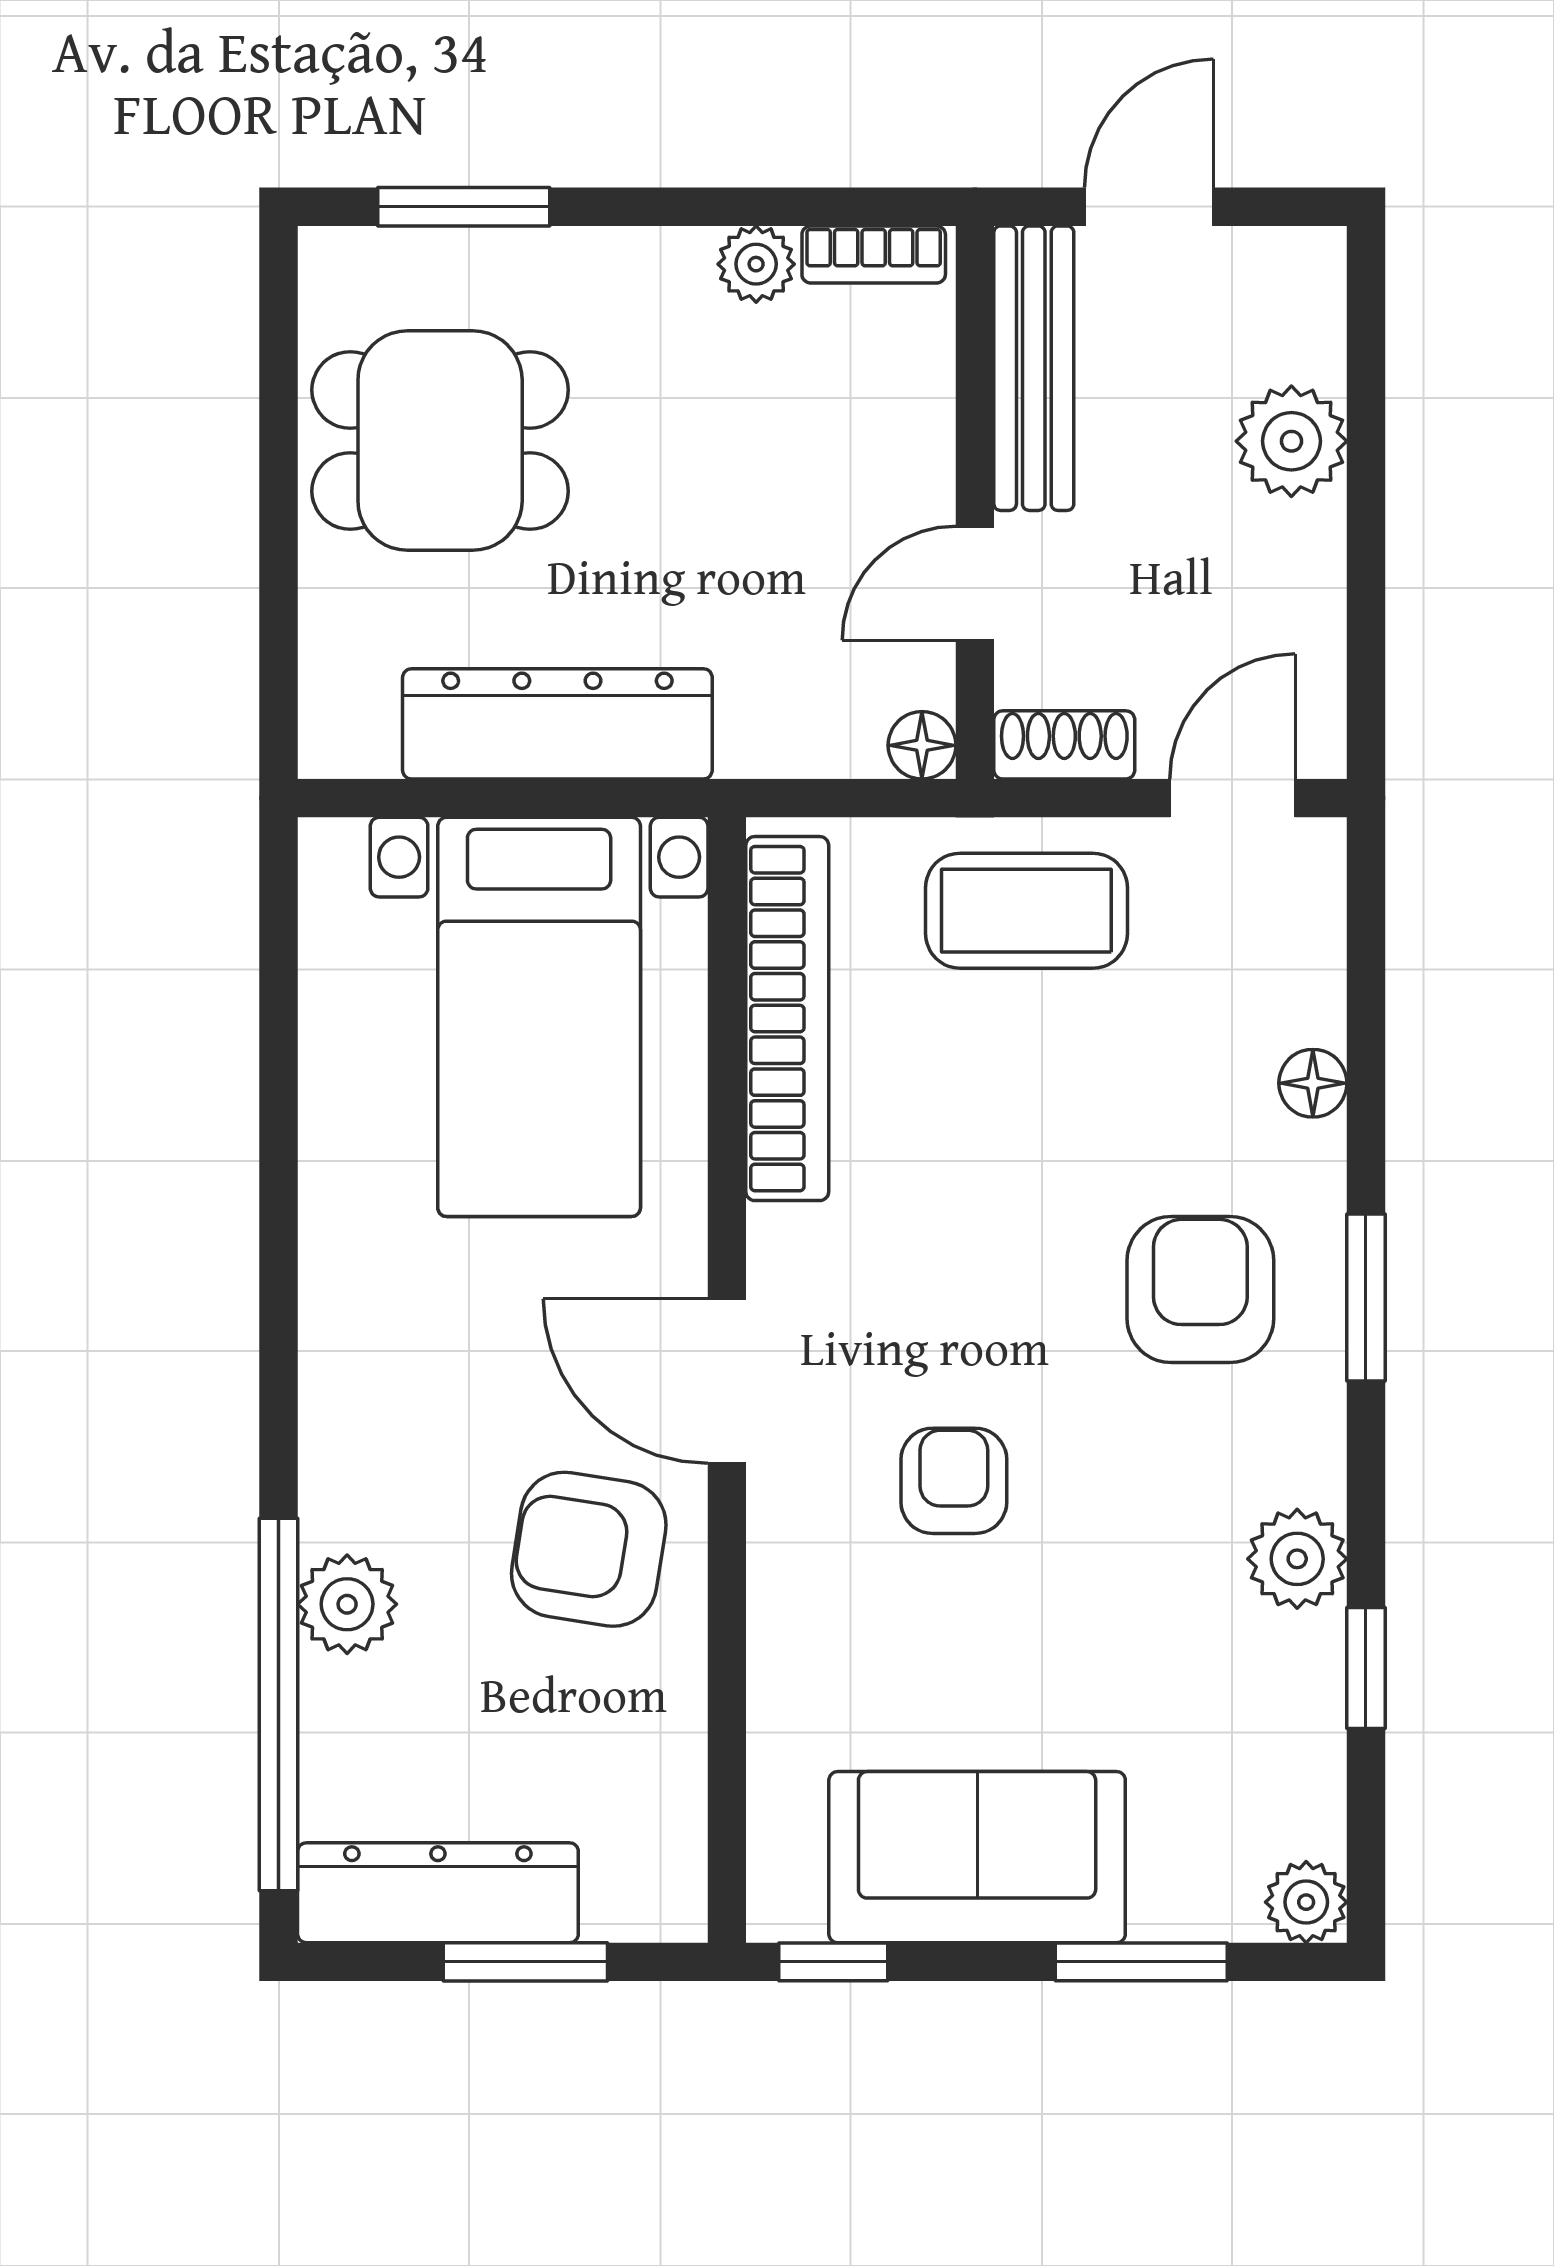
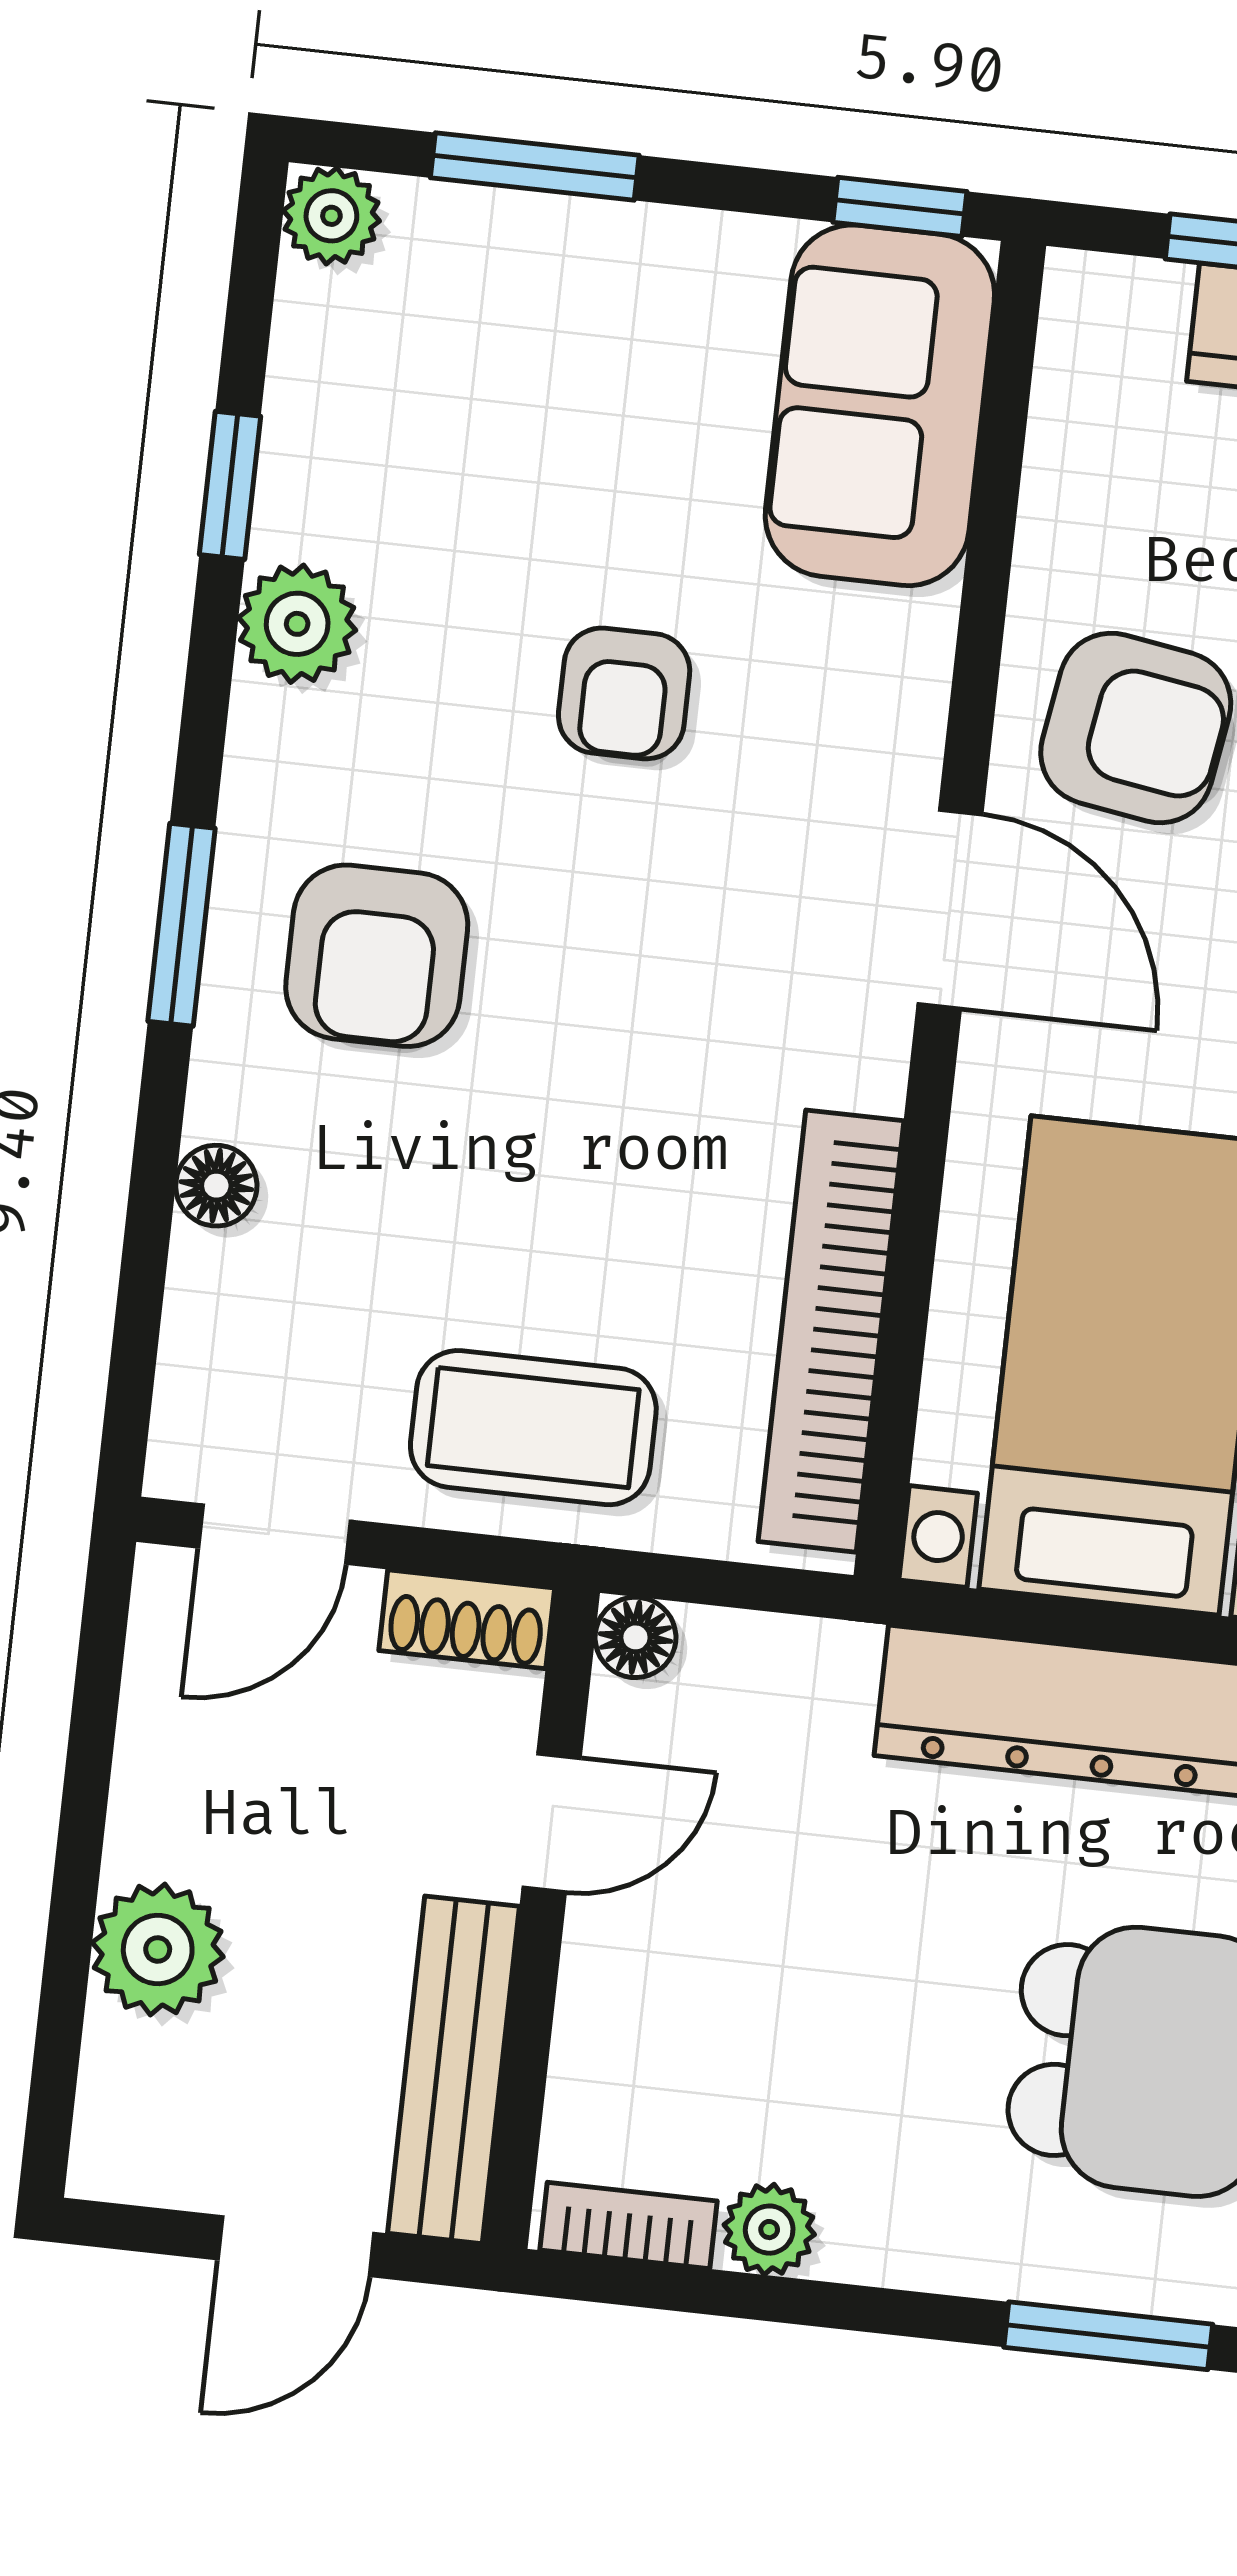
armchair: (954, 1481) -> (624, 693), moved
sofa: (977, 1857) -> (880, 405), moved, turned 90

